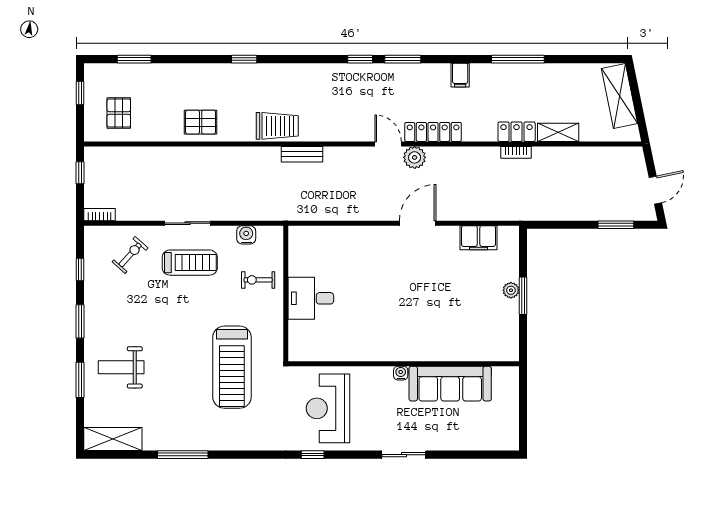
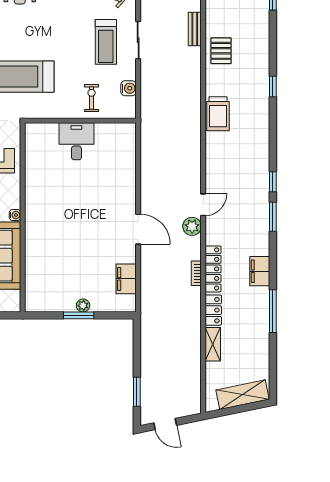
filing cabinet: (460, 75) -> (260, 271), width x2.00
locker: (433, 132) -> (213, 269), moved
bookcase: (516, 152) -> (196, 273), moved
bench: (302, 154) -> (195, 29), moved

